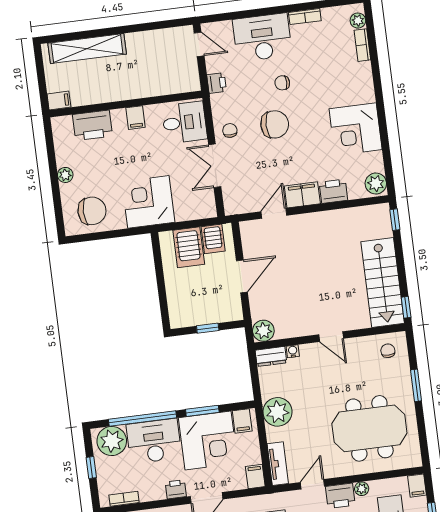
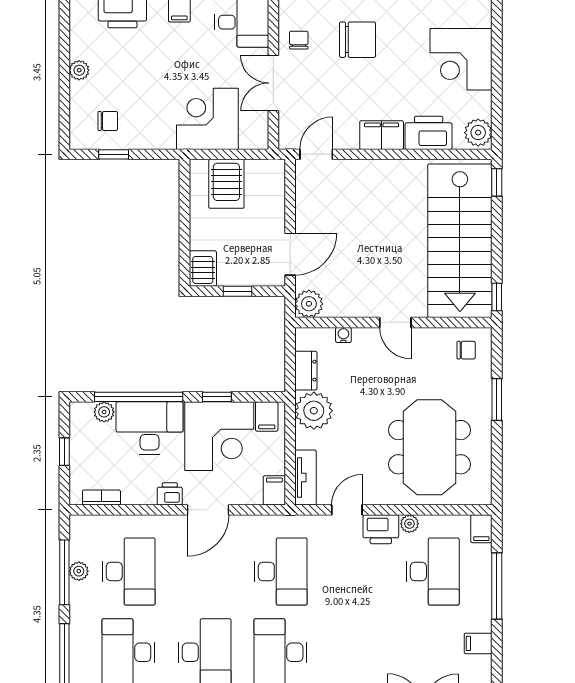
printer: (333, 191) -> (429, 133), width x1.37, depth x1.19
corner desk: (148, 202) -> (207, 119), moved
chair: (92, 211) -> (108, 121), width x0.54, depth x0.54
door: (274, 213) -> (316, 154), moved
window: (100, 236) -> (114, 154), added
server rack: (213, 239) -> (203, 269), moved, turned 180
door: (242, 276) -> (290, 254), moved
stairs: (383, 282) -> (460, 241), width x1.36, depth x1.51
chair: (388, 351) -> (466, 350), turned 90
dresser: (271, 356) -> (306, 371), moved, turned -90
window: (202, 411) -> (217, 397), width x0.67
meeting table: (369, 428) -> (429, 447), turned 90
plant: (112, 441) -> (104, 412), width x0.53, depth x0.53

